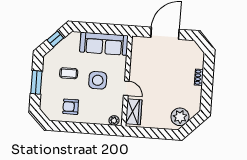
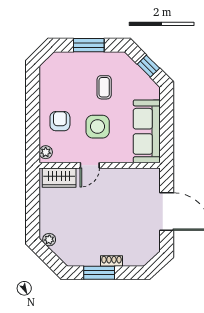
window: (207, 87) -> (99, 273), added
armchair: (71, 107) -> (60, 121), moved
plant: (180, 117) -> (49, 240), width x0.53, depth x0.53

